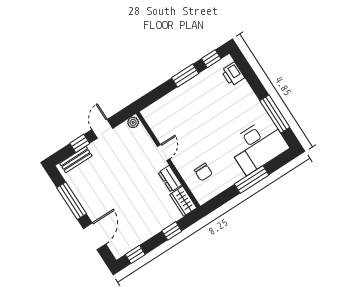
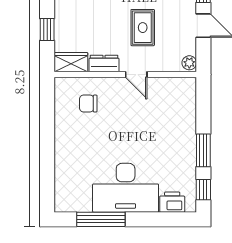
desk: (258, 146) -> (126, 188), moved, turned -90
rug: (130, 168) -> (143, 28), added
window: (252, 179) -> (47, 150), removed

